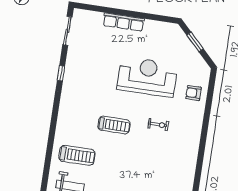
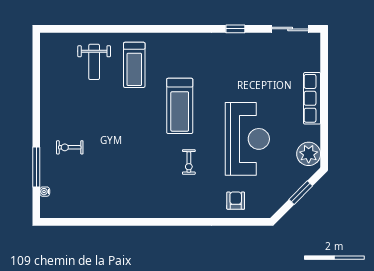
plant: (166, 31) -> (309, 154), added
treadmill: (114, 125) -> (180, 106), width x1.37, depth x1.38

